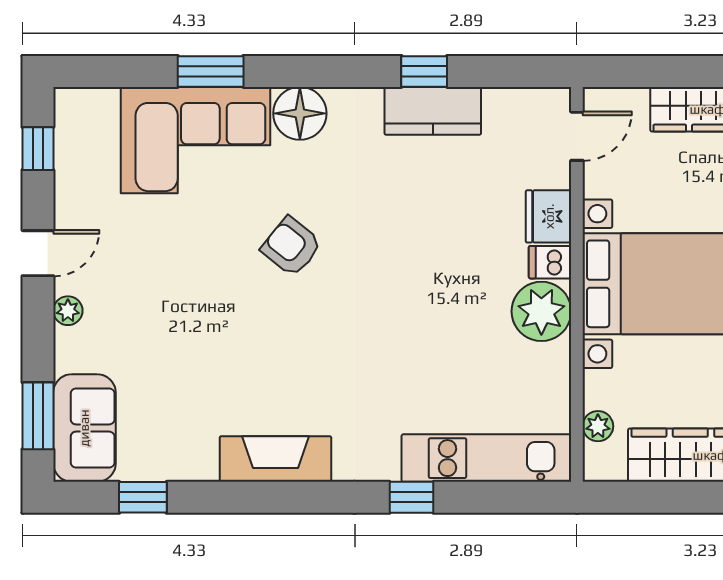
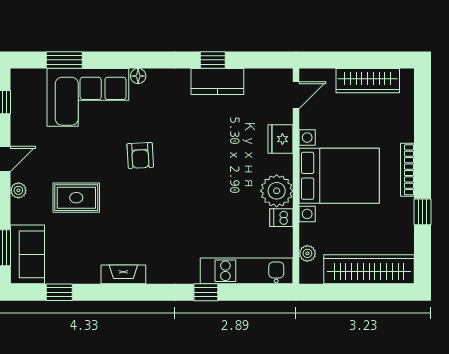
window: (211, 71) -> (64, 60), moved
floor lamp: (300, 113) -> (138, 76), width x0.53, depth x0.53
armchair: (291, 247) -> (140, 155), turned -132
dishwasher: (550, 262) -> (281, 218), moved
rug: (174, 324) -> (76, 198), added
fireplace: (275, 459) -> (123, 274), width x0.73, depth x0.76

